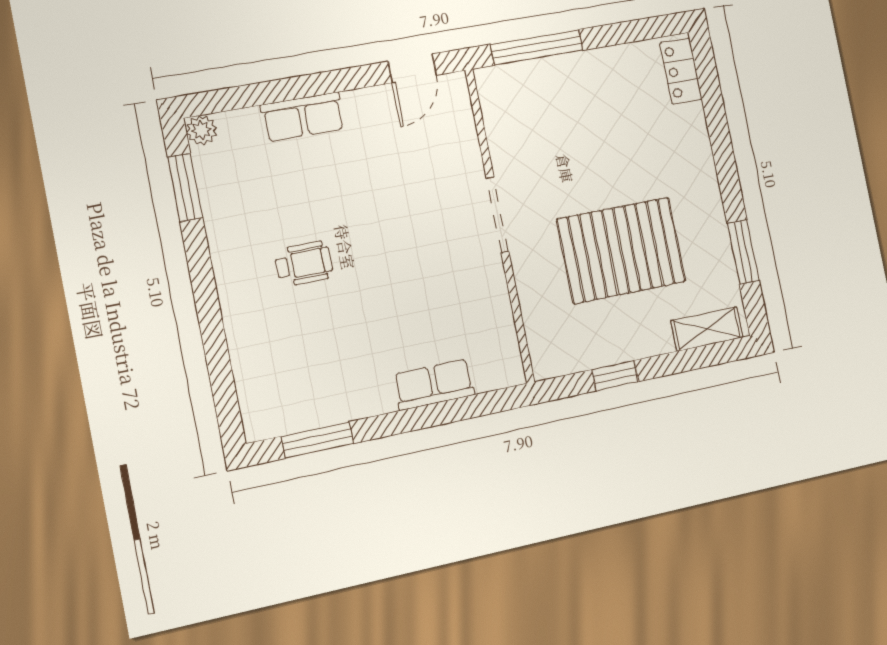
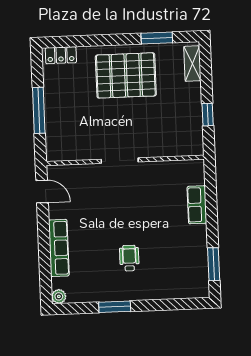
window: (537, 47) -> (39, 110), moved
row of seats: (303, 117) -> (59, 248), width x1.48
window: (185, 187) -> (115, 307), moved
pallet: (621, 250) -> (126, 75), moved, turned 90

